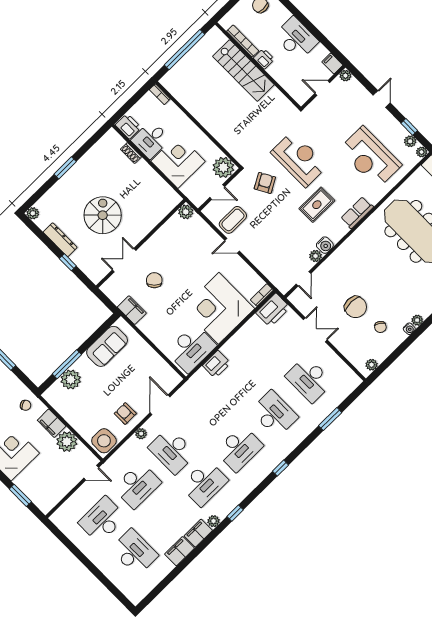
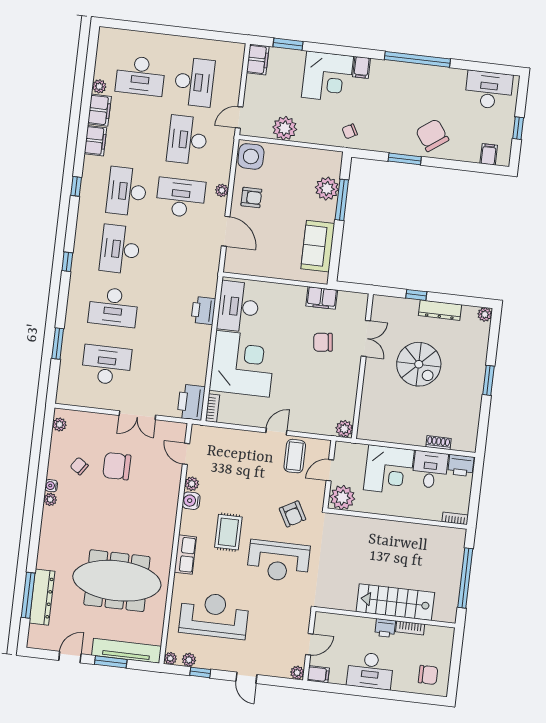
bookcase: (243, 41) -> (410, 628), width x0.64
chair: (154, 280) -> (323, 342), turned 129
filing cabinet: (52, 423) -> (258, 60), moved, turned 90
plant: (214, 521) -> (99, 86), moved

